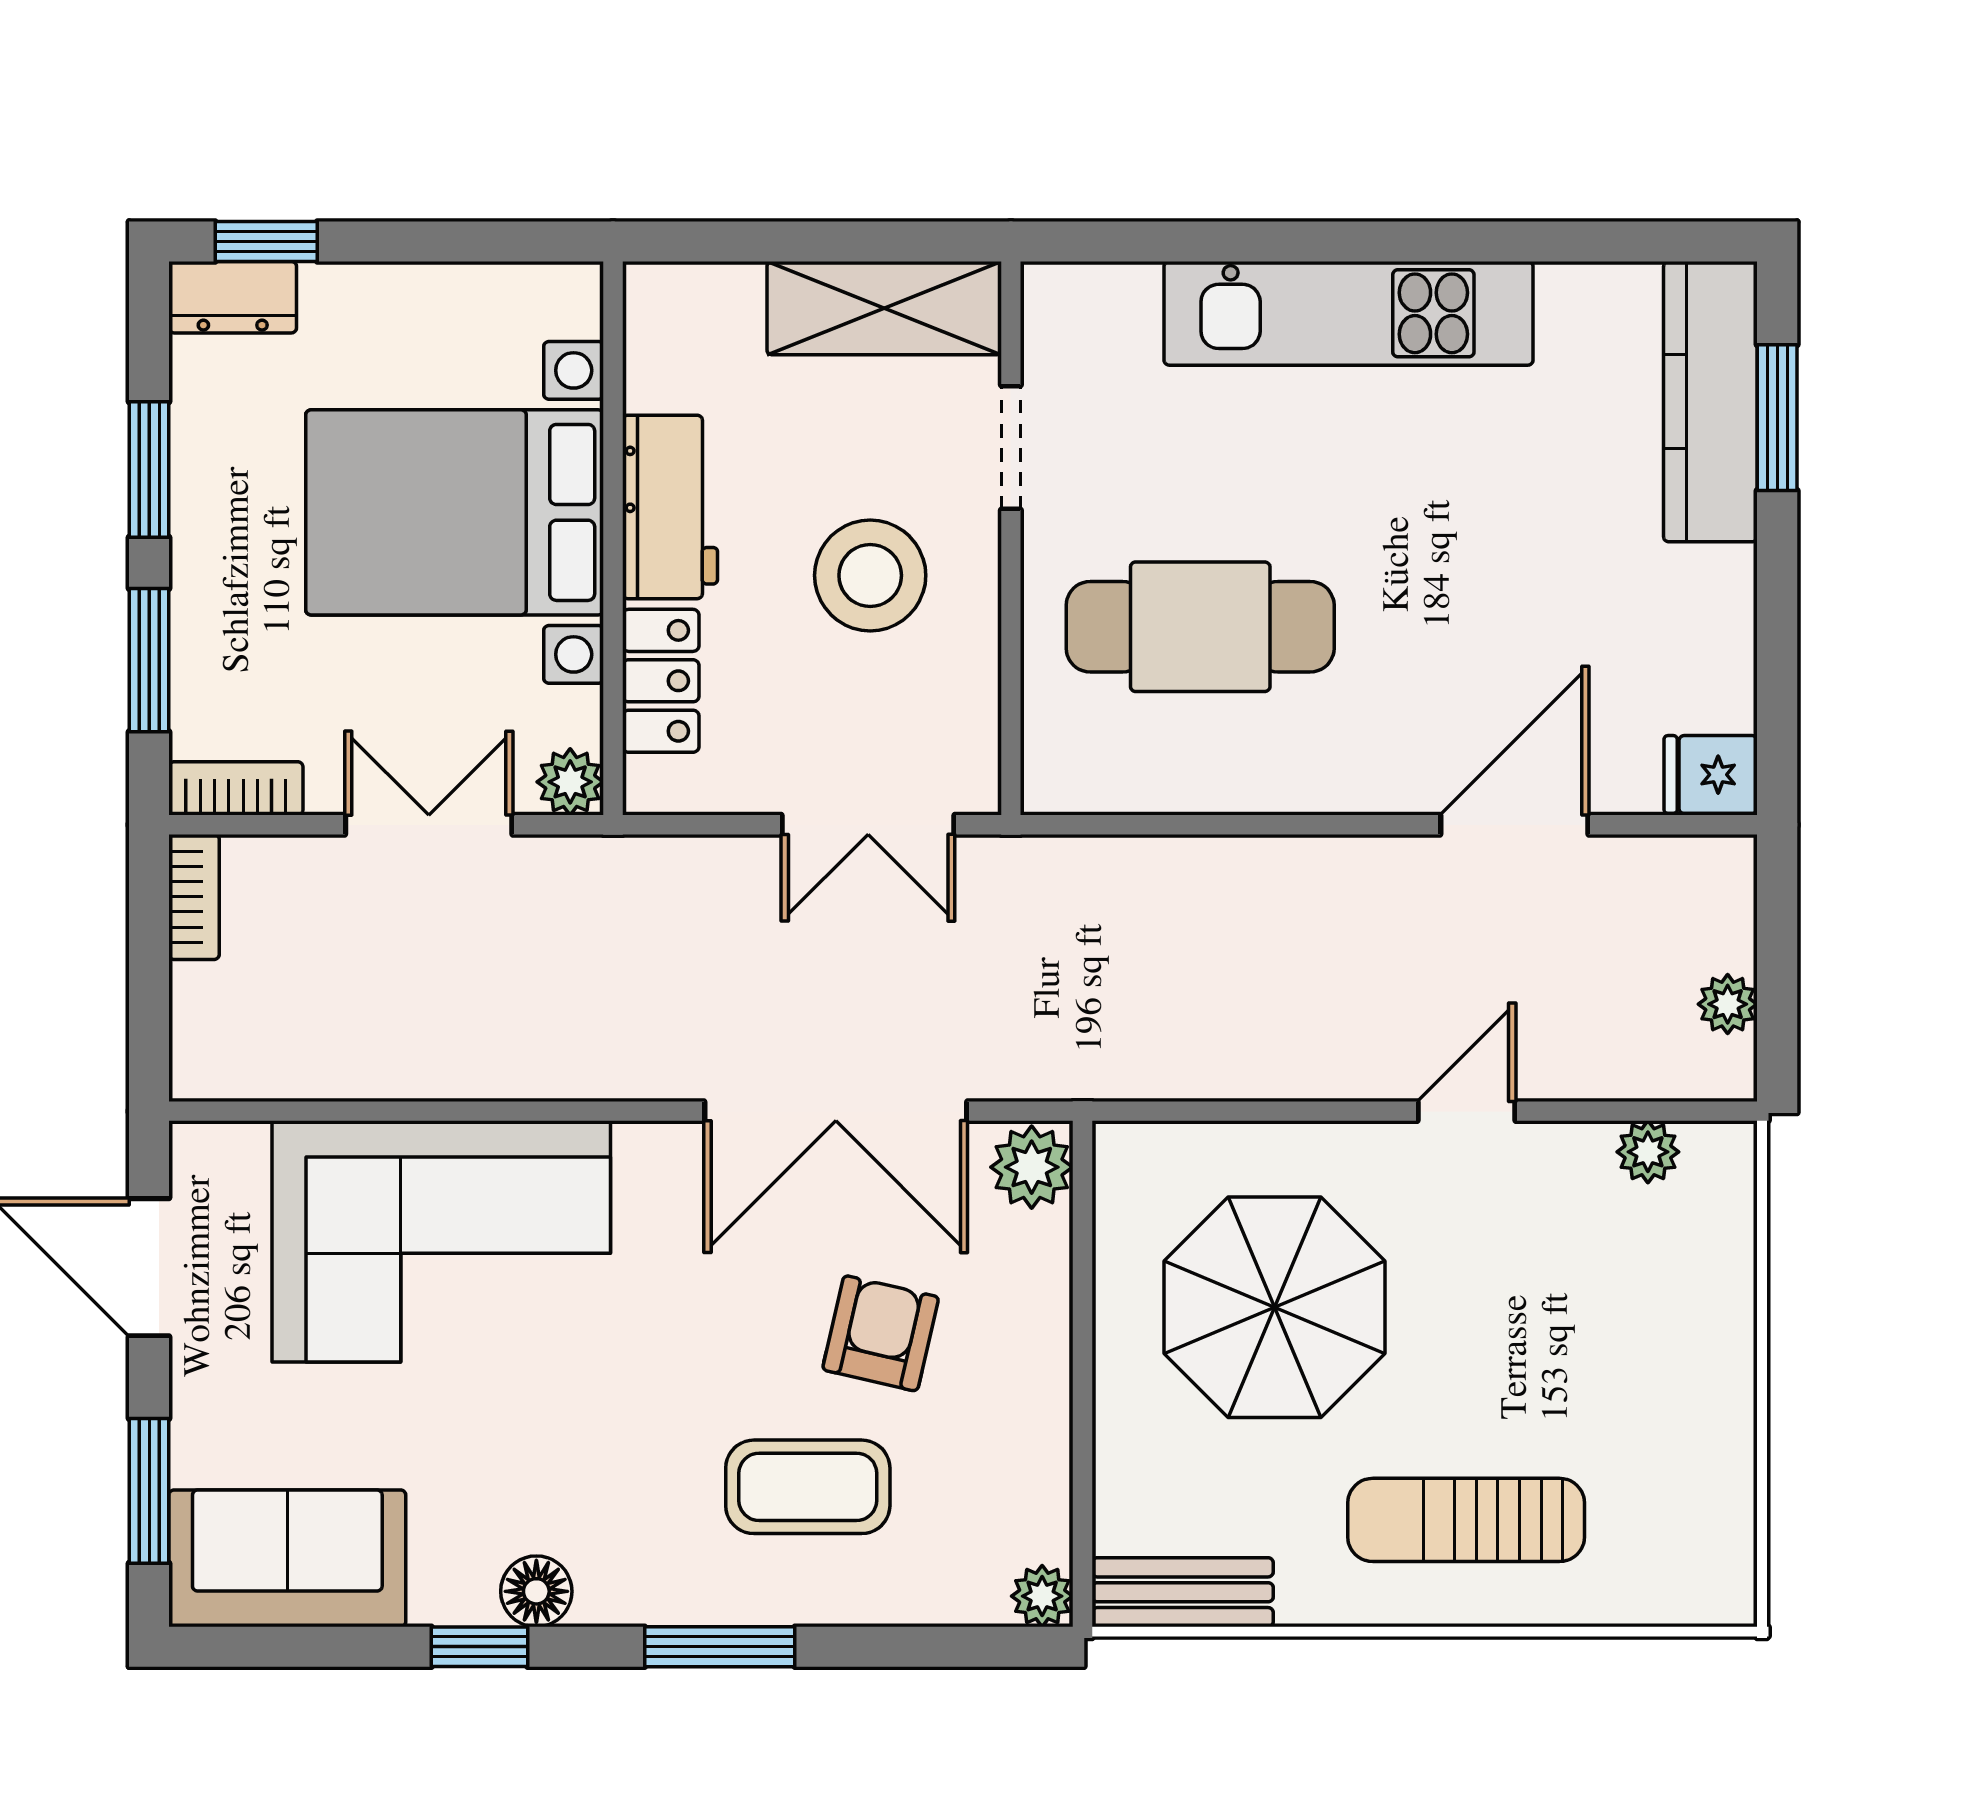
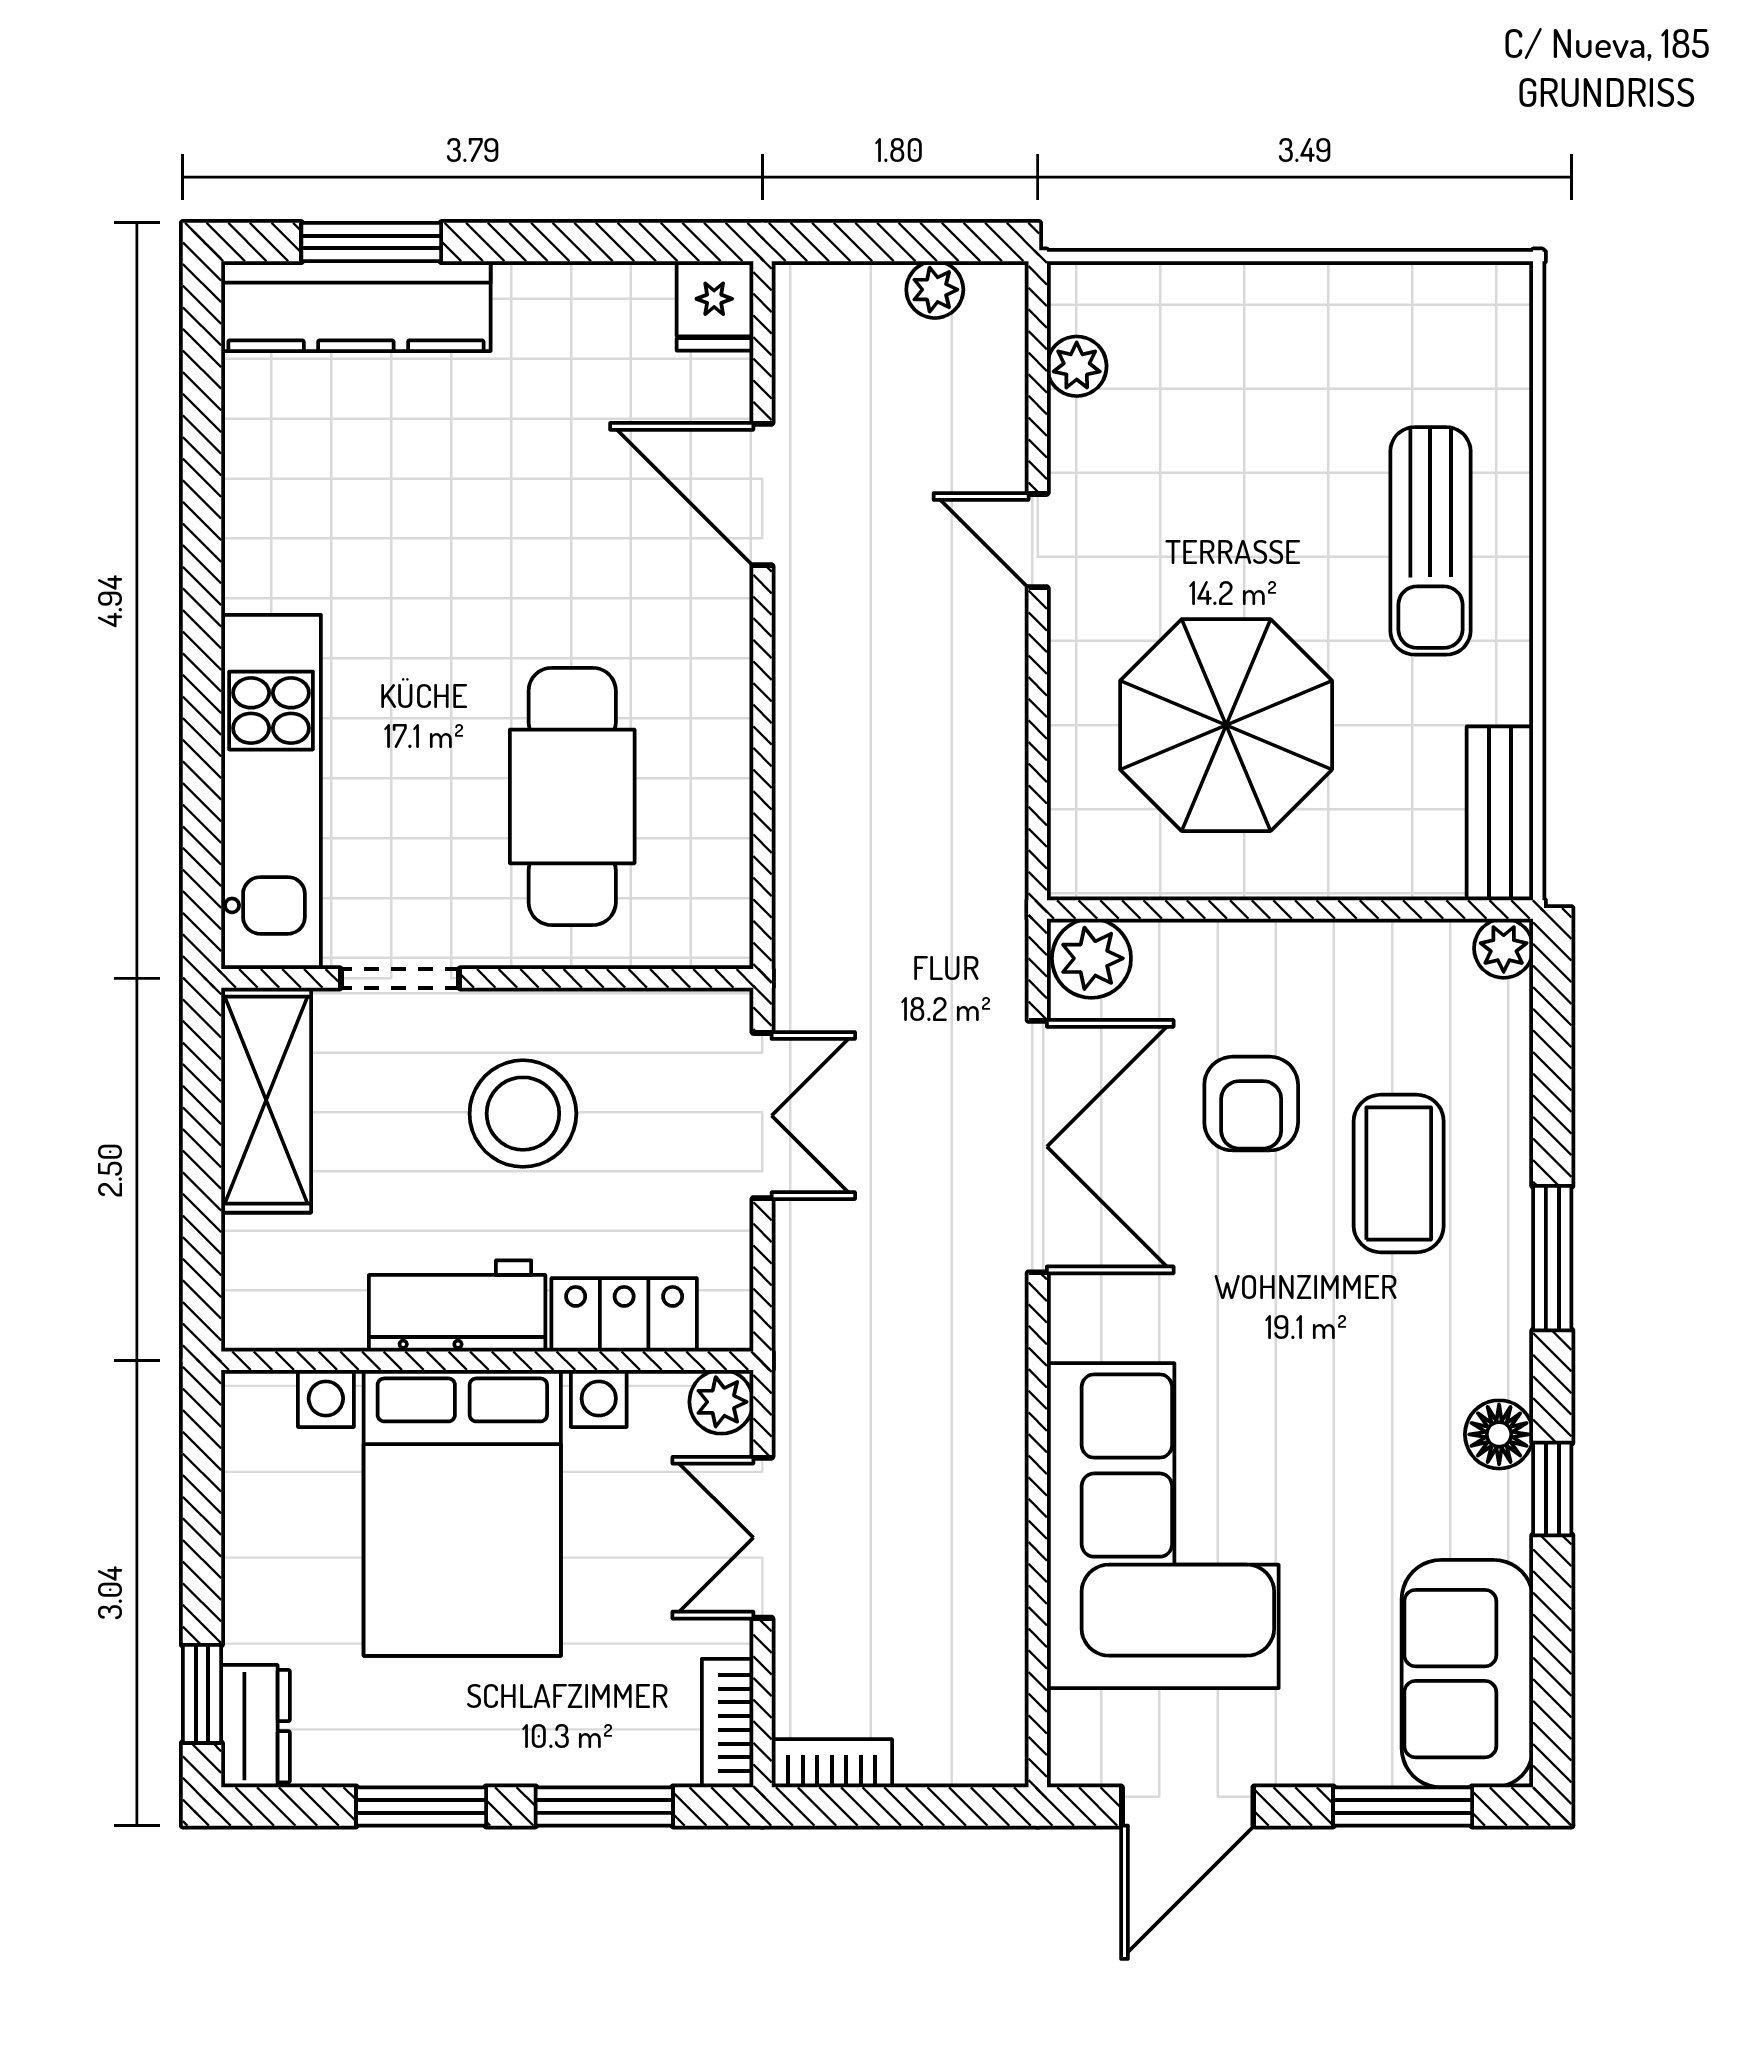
kitchen unit: (1349, 313) -> (271, 792), moved
armchair: (881, 1333) -> (1251, 1104), turned -103

